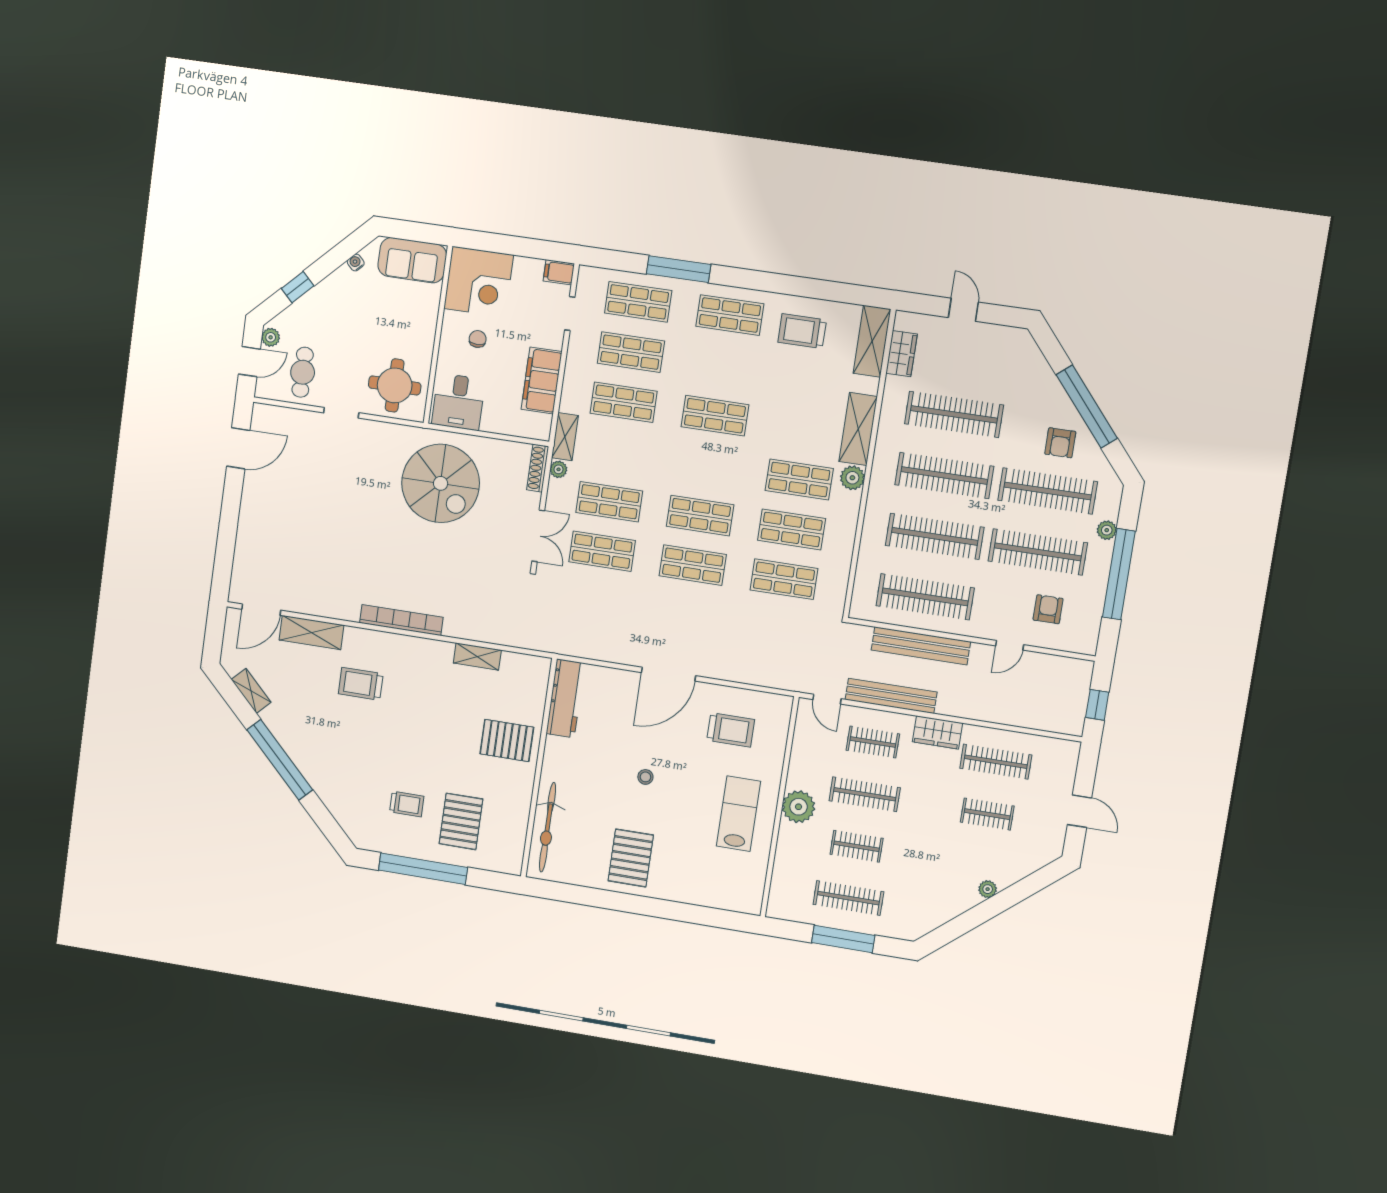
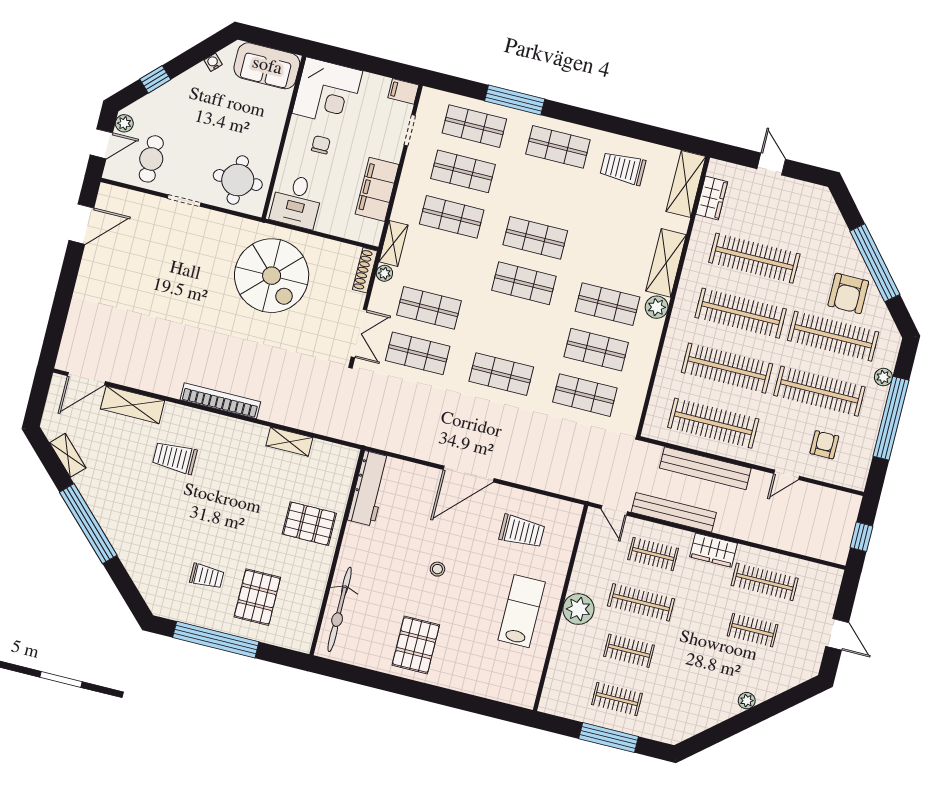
armchair: (1060, 443) -> (848, 293), width x1.38, depth x1.38
shop shelf: (700, 516) -> (524, 283), moved
clothes rail: (848, 898) -> (617, 699), width x0.73

